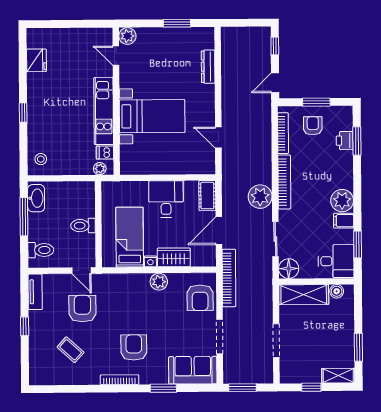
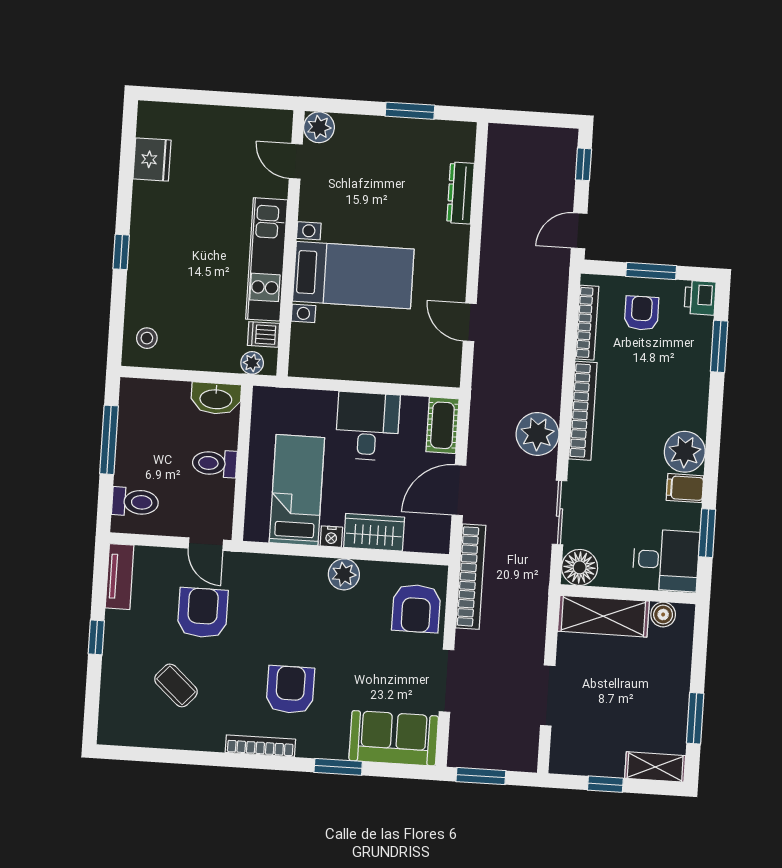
printer: (345, 141) -> (700, 298), moved
washbasin: (36, 198) -> (216, 398), moved, turned 90

